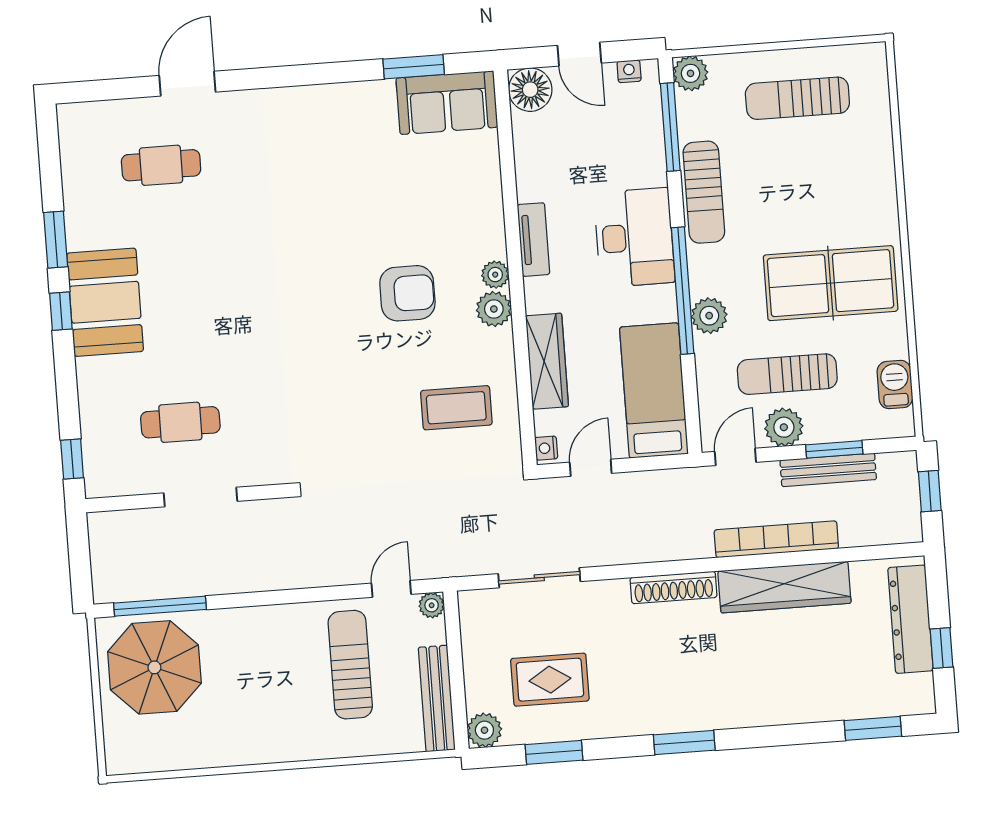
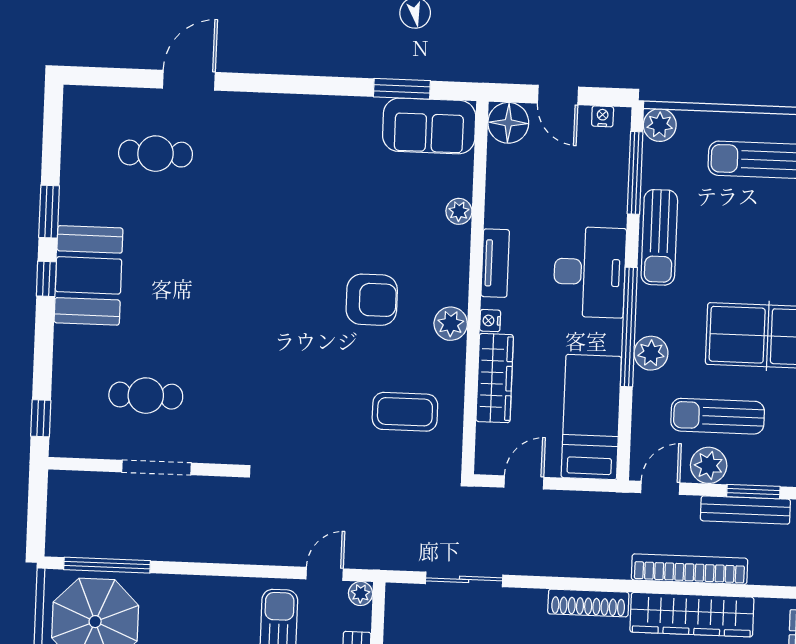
plant: (495, 275) -> (459, 211), moved
nightstand: (546, 448) -> (490, 321), moved

